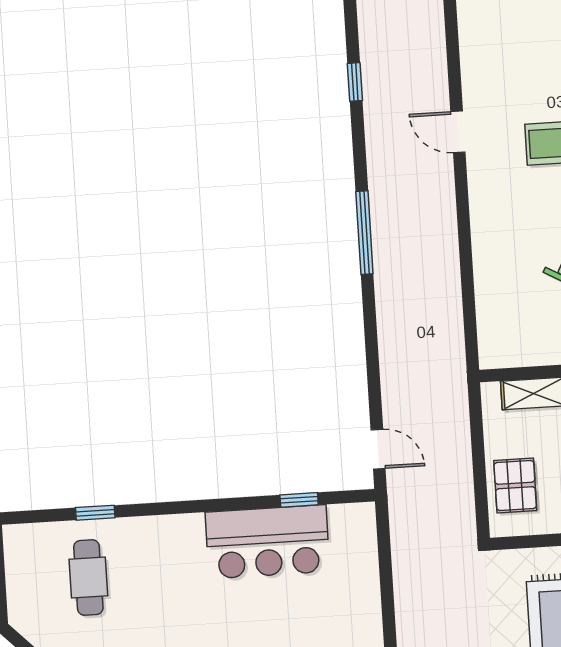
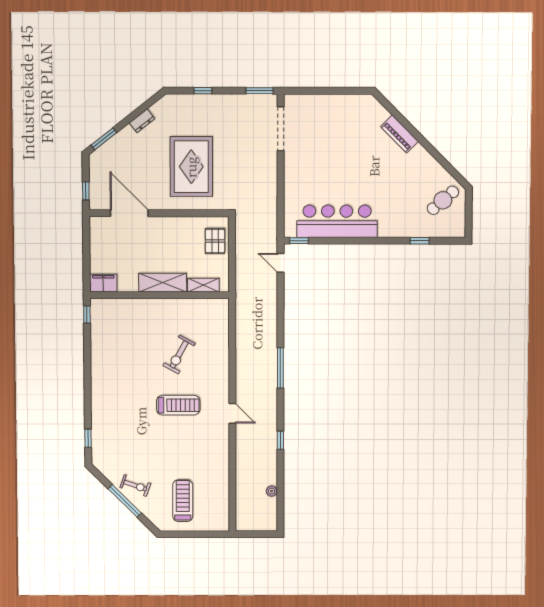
window: (299, 500) -> (299, 241), moved
bar counter: (268, 542) -> (337, 221), width x1.36
cafe table: (88, 577) -> (443, 200), moved, turned 49

